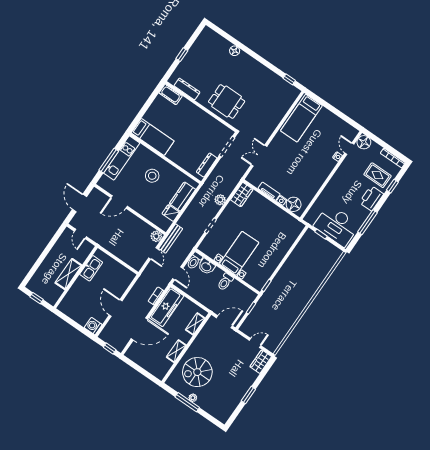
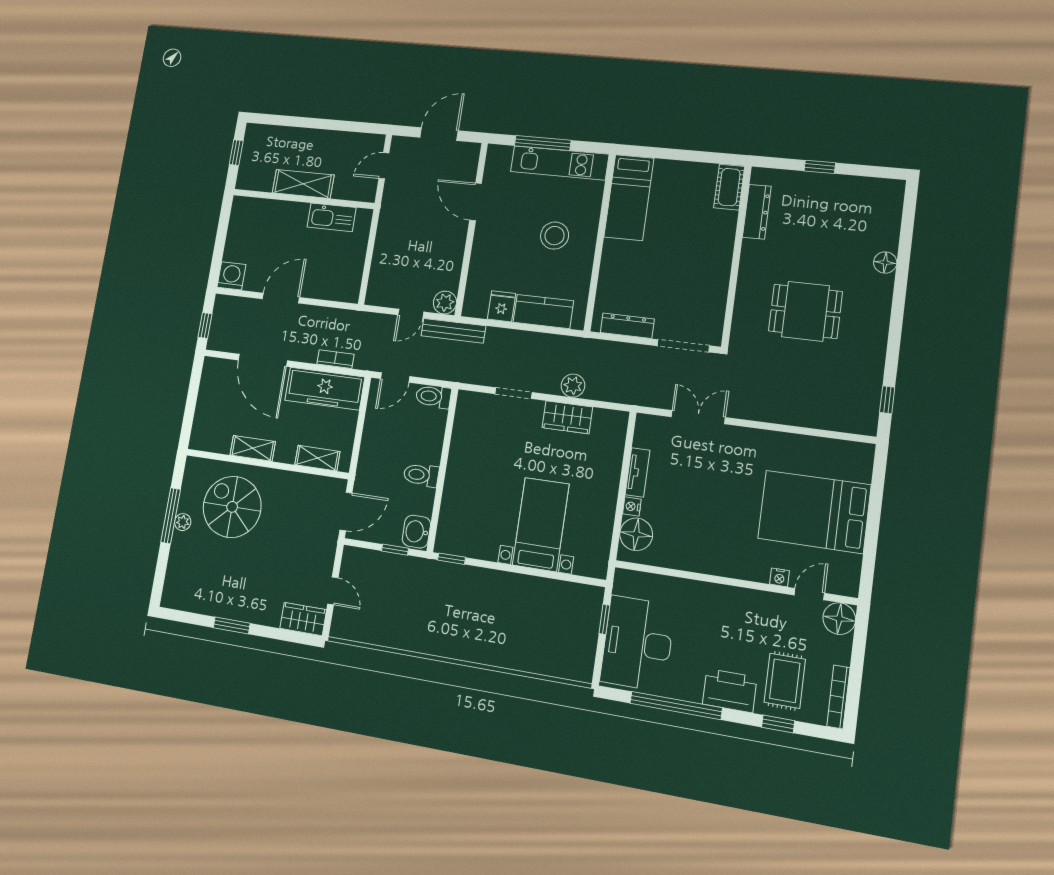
dining table: (227, 101) -> (805, 311), moved, turned 90
bed: (301, 118) -> (814, 512), moved, width x1.50
wardrobe: (242, 195) -> (567, 417), moved
window: (367, 222) -> (676, 706), width x1.46
bed with nightstands: (239, 253) -> (541, 524), moved, turned -90
washbasin: (206, 266) -> (416, 532), moved
door: (224, 322) -> (346, 512), hinge flipped

